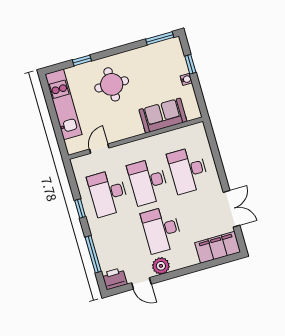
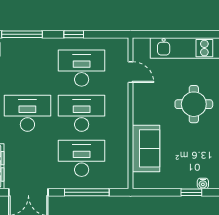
water cooler: (186, 79) -> (203, 183), moved
window: (217, 157) -> (87, 192), added

